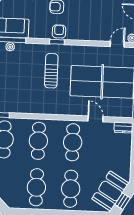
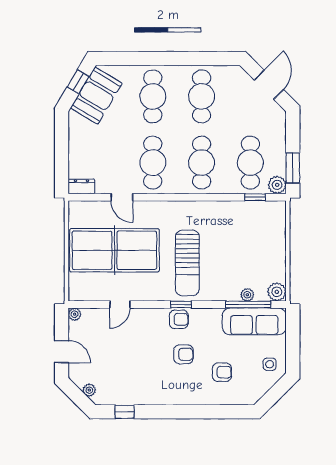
armchair: (59, 31) -> (179, 319), turned -90
door: (117, 44) -> (120, 305), moved
sun lounger: (51, 71) -> (187, 263), width x1.36, depth x1.34

